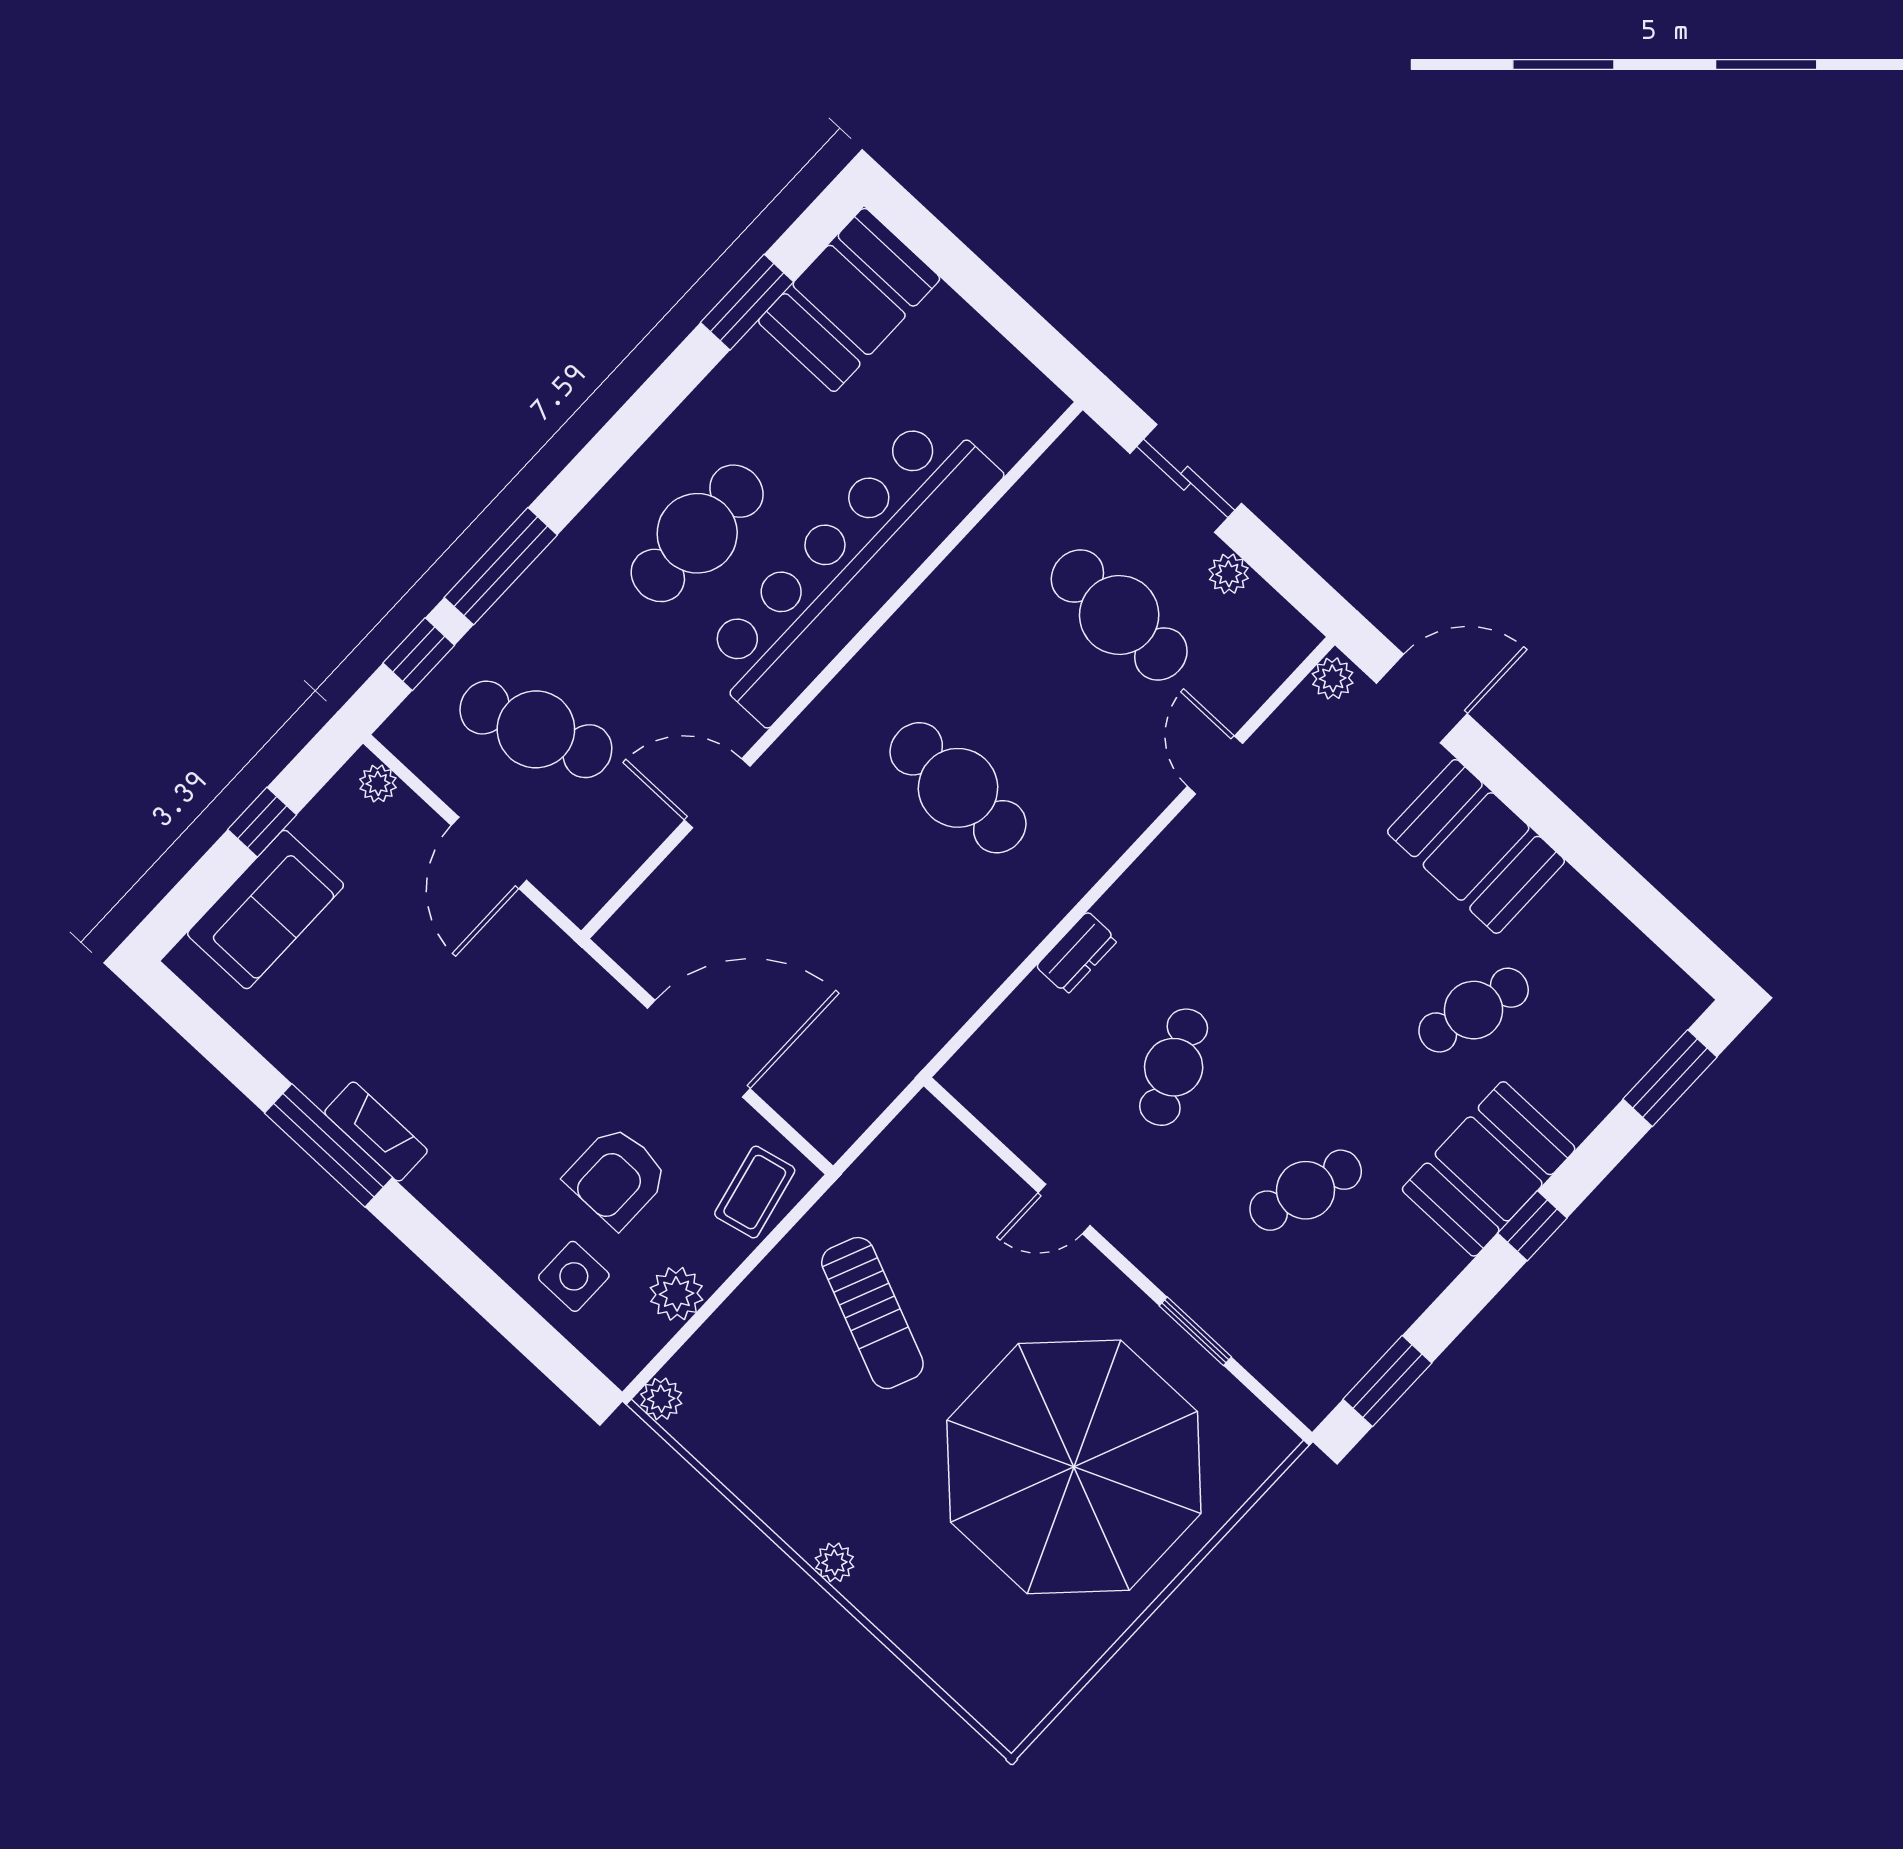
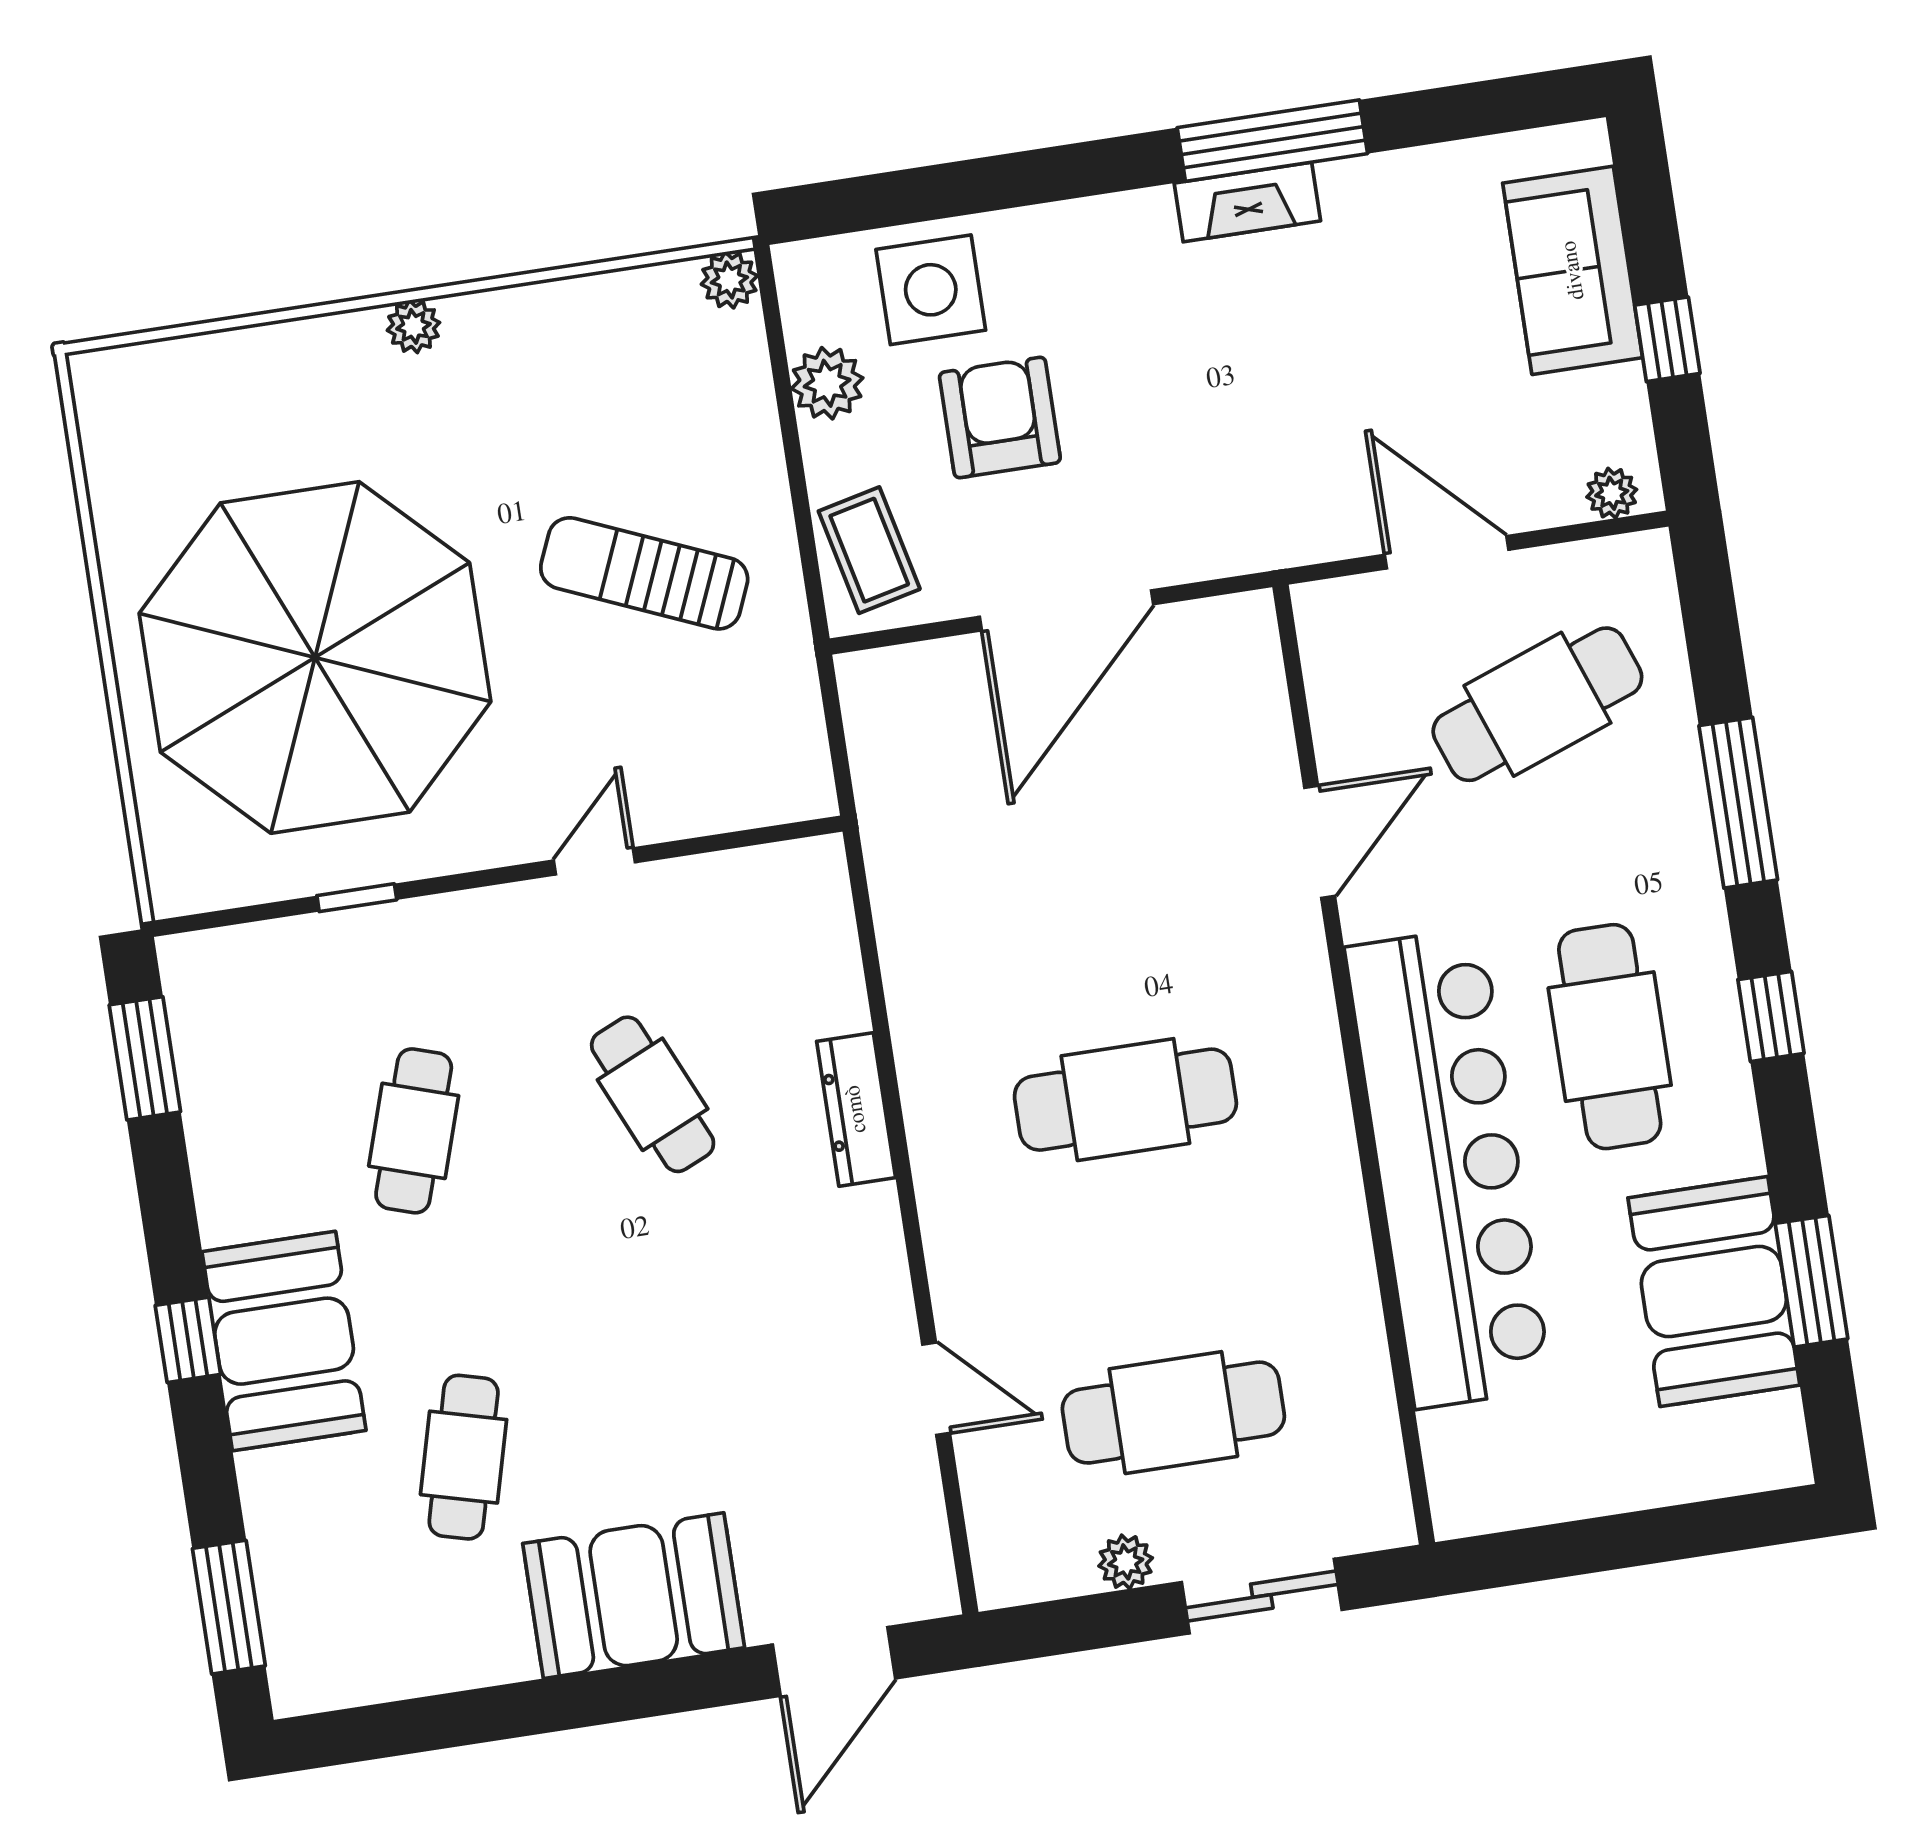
booth: (849, 300) -> (1714, 1291), moved
window: (419, 654) -> (1771, 1017), moved
plant: (1333, 678) -> (929, 1584), removed
dresser: (1077, 953) -> (856, 1109), width x1.44
side table: (574, 1276) -> (931, 290), width x1.37, depth x1.37
window: (1195, 1331) -> (357, 898), width x0.67

